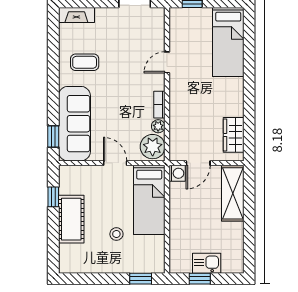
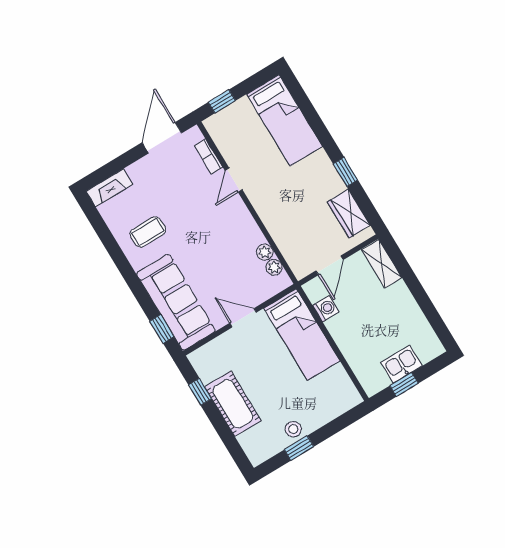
window: (249, 104) -> (345, 172), added
bookcase: (159, 105) -> (208, 156), moved
plant: (153, 147) -> (274, 267), width x0.53, depth x0.53
washing machine: (177, 173) -> (326, 309), moved
shelving: (233, 193) -> (382, 264), width x0.67, depth x0.75
stool: (116, 234) -> (293, 429), moved
window: (141, 279) -> (299, 448), moved

